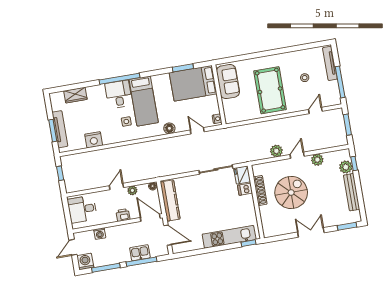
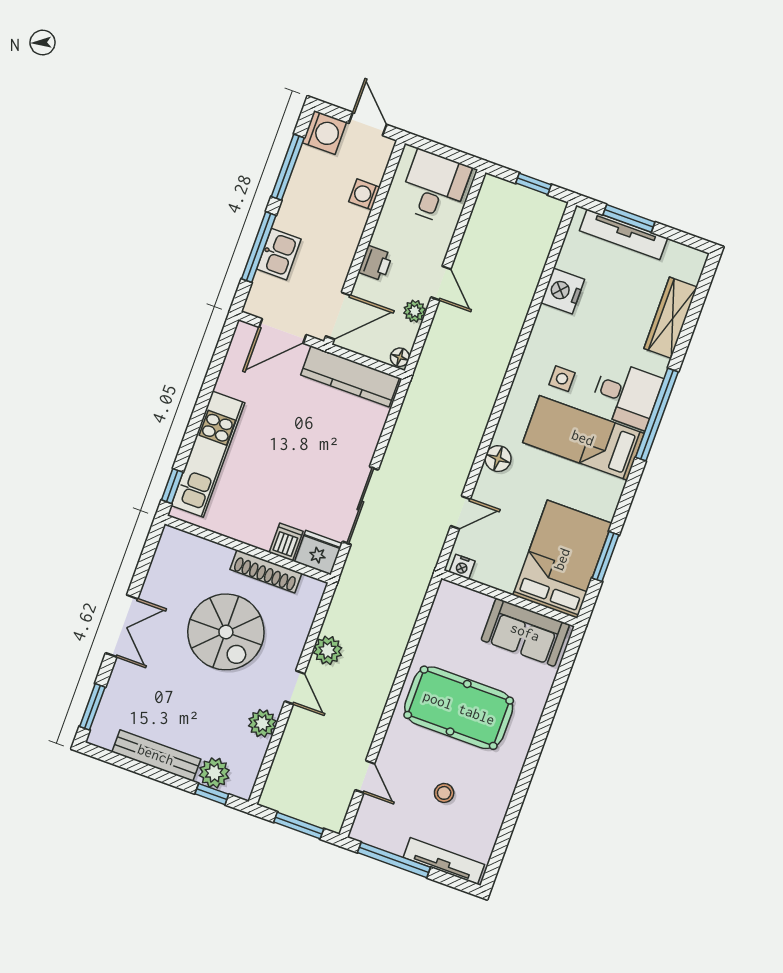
wardrobe: (75, 95) -> (671, 318), width x1.50

